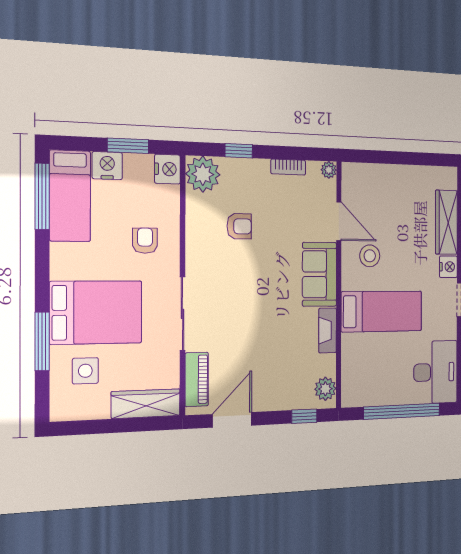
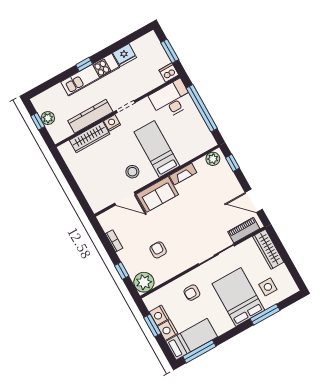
nightstand: (167, 169) -> (159, 315), moved, turned -90
plant: (329, 170) -> (102, 219), removed
door: (339, 221) -> (125, 199), swing flipped

